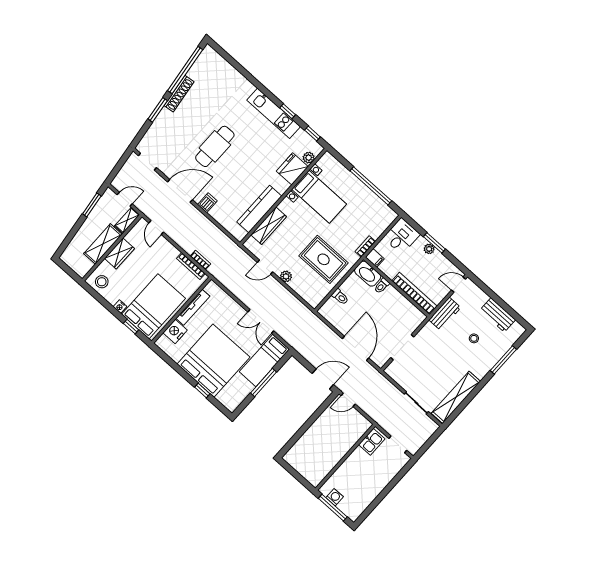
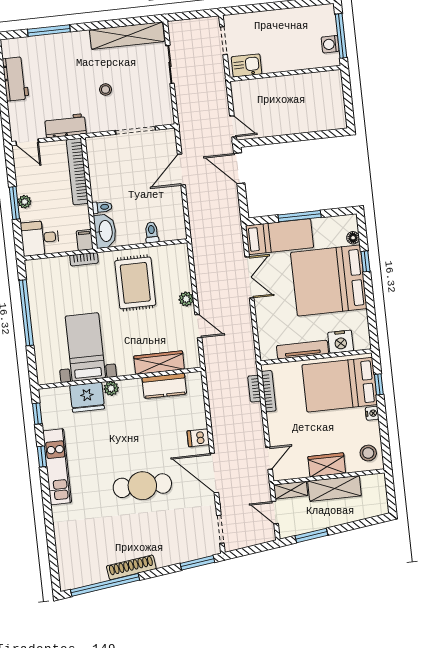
window: (158, 110) -> (197, 563), moved
plant: (309, 158) -> (111, 388), moved
kitchen counter: (259, 209) -> (164, 386), width x0.67
stool: (474, 338) -> (106, 90), moved
door: (356, 348) -> (181, 170), width x0.73
floor lamp: (222, 398) -> (353, 238), added

